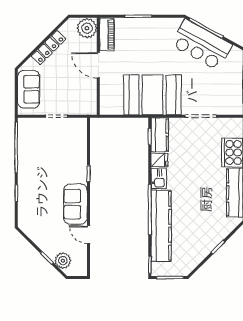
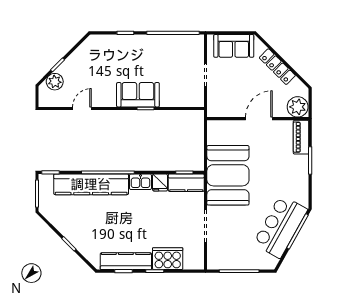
piano: (107, 34) -> (301, 137), moved, turned 90
sofa: (75, 204) -> (138, 95), moved

